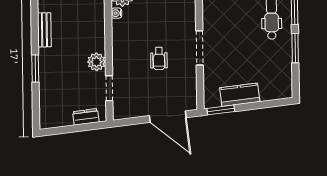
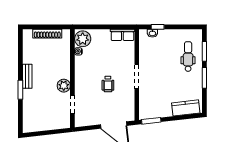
bench: (44, 30) -> (27, 76), moved
kitchen counter: (240, 95) -> (186, 108), moved
dresser: (86, 117) -> (56, 124), removed

